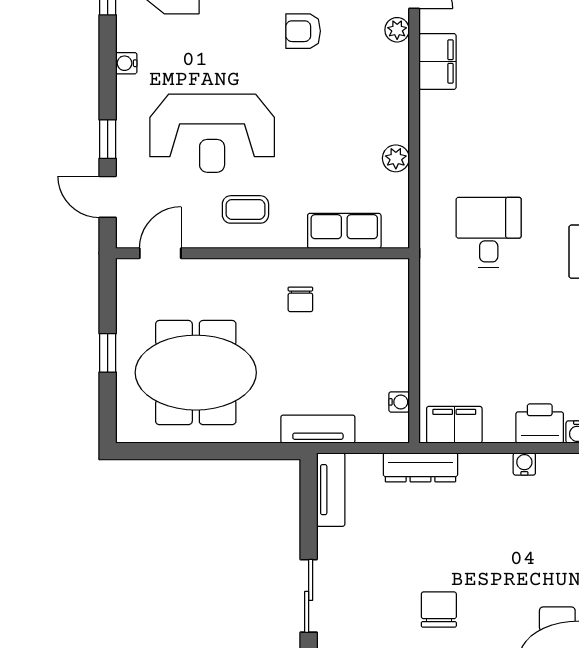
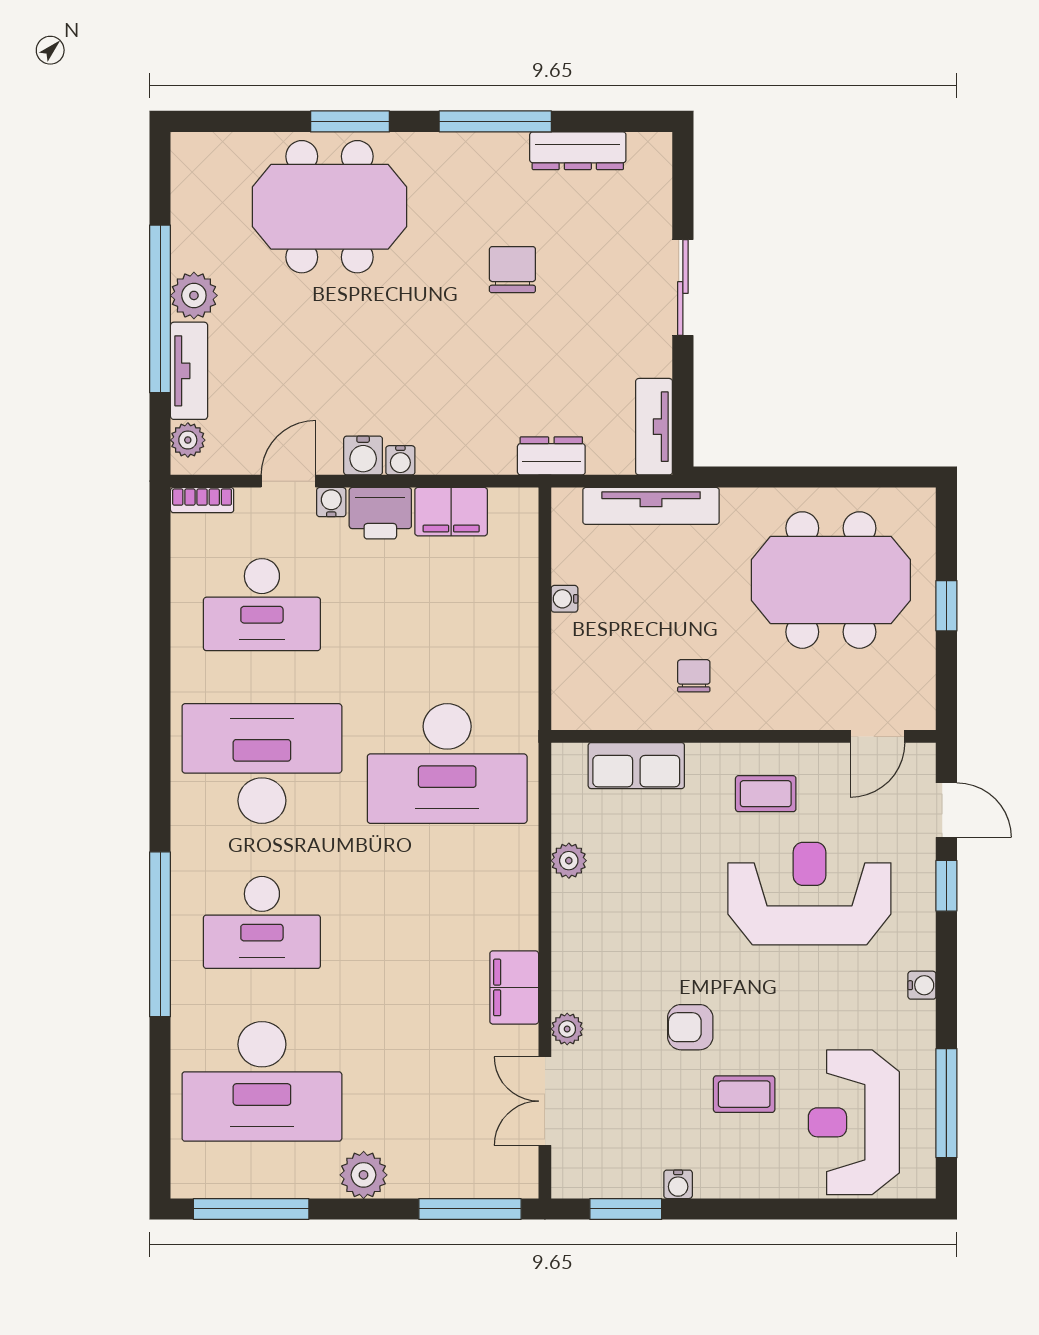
armchair: (303, 31) -> (690, 1027), turned 180
desk: (489, 232) -> (447, 764), width x1.87, depth x1.30
water cooler: (399, 402) -> (564, 599), moved
filing cabinet: (454, 425) -> (451, 512), moved
tv unit: (318, 429) -> (651, 506), width x1.41
dresser: (420, 467) -> (551, 456), width x0.70
water cooler: (553, 468) -> (363, 455), added
chair: (439, 610) -> (512, 270), turned 180

